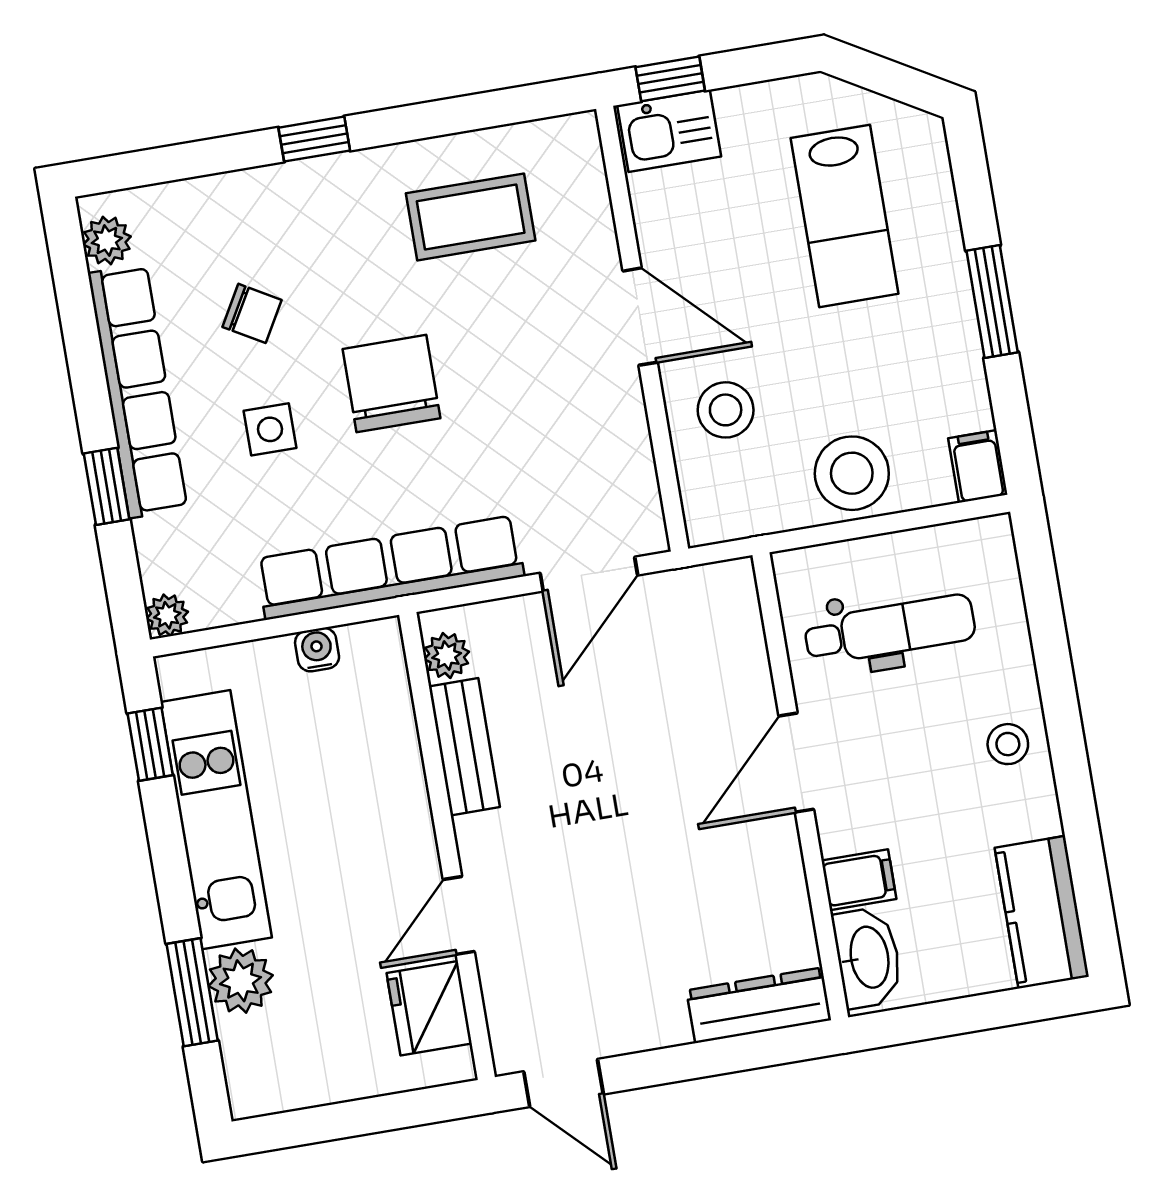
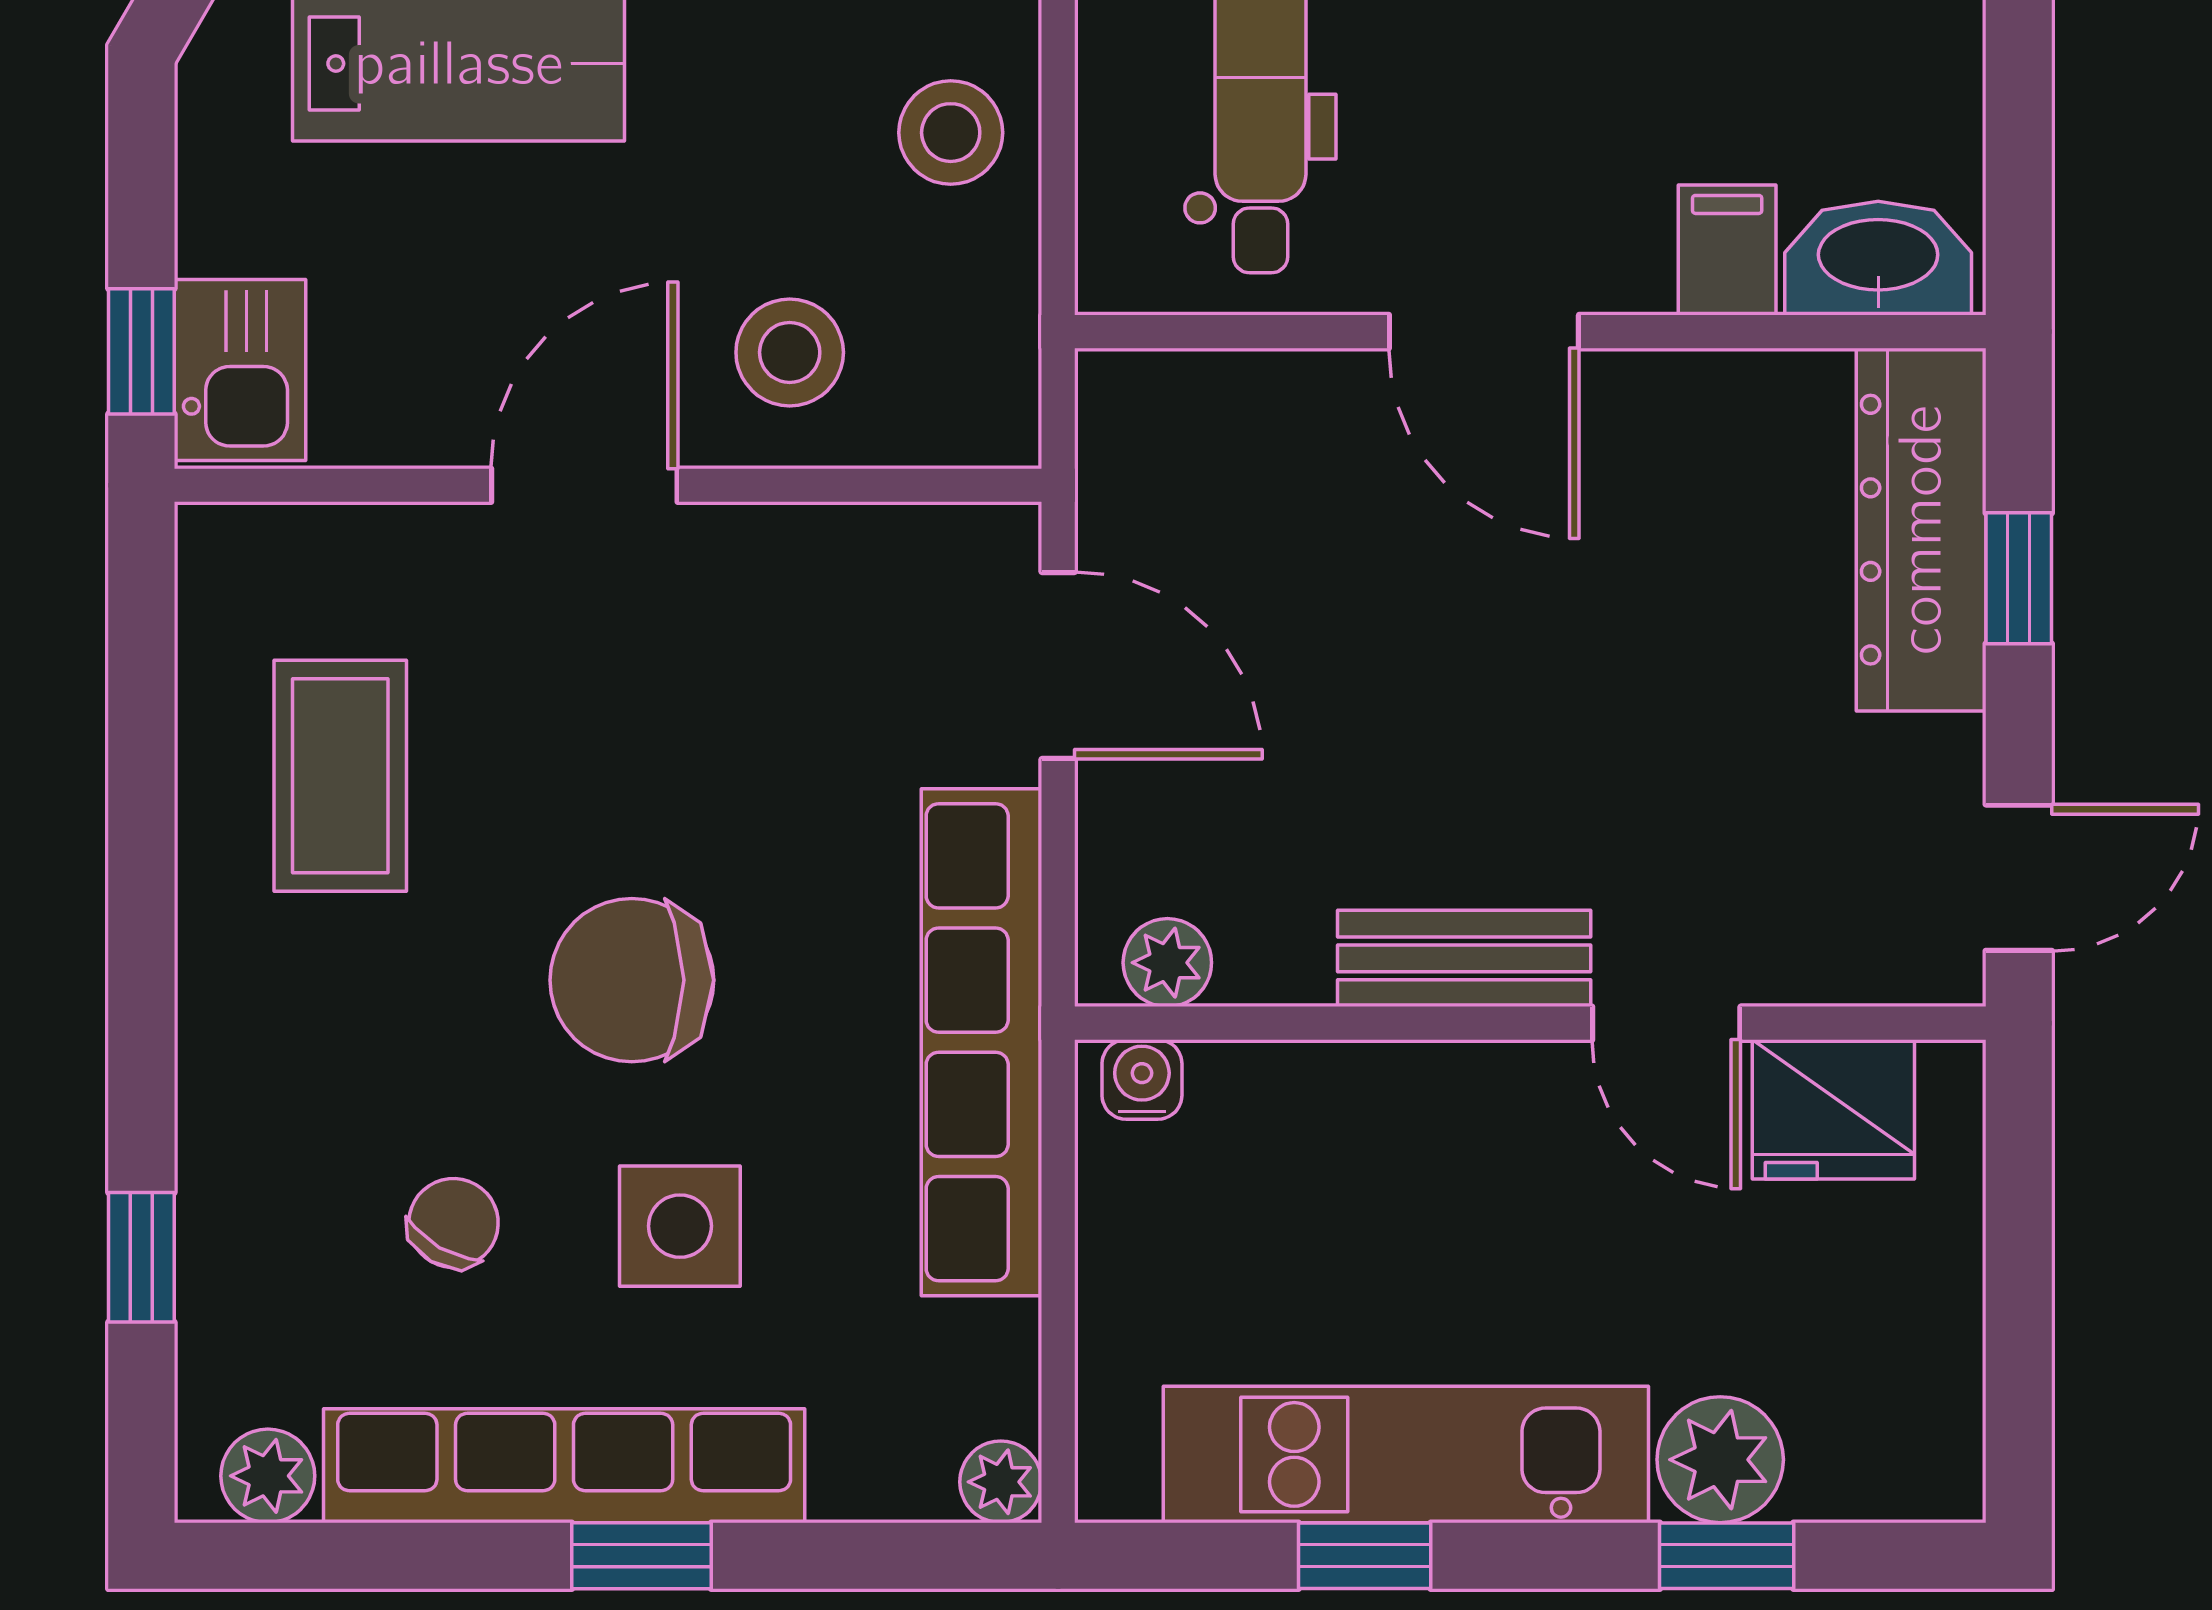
window: (314, 139) -> (141, 1257), moved
side table: (270, 429) -> (680, 1226), width x1.37, depth x1.37
stool: (852, 473) -> (951, 133), width x0.73, depth x0.73
window: (107, 486) -> (641, 1556), moved
water cooler: (317, 650) -> (1142, 1079), moved, turned 90
window: (150, 744) -> (1365, 1556), moved
bench: (464, 747) -> (1464, 958), moved
window: (192, 992) -> (1727, 1556), width x0.67
dresser: (759, 1005) -> (1921, 530), width x1.37, depth x1.24
window: (716, 1057) -> (2019, 578), added

